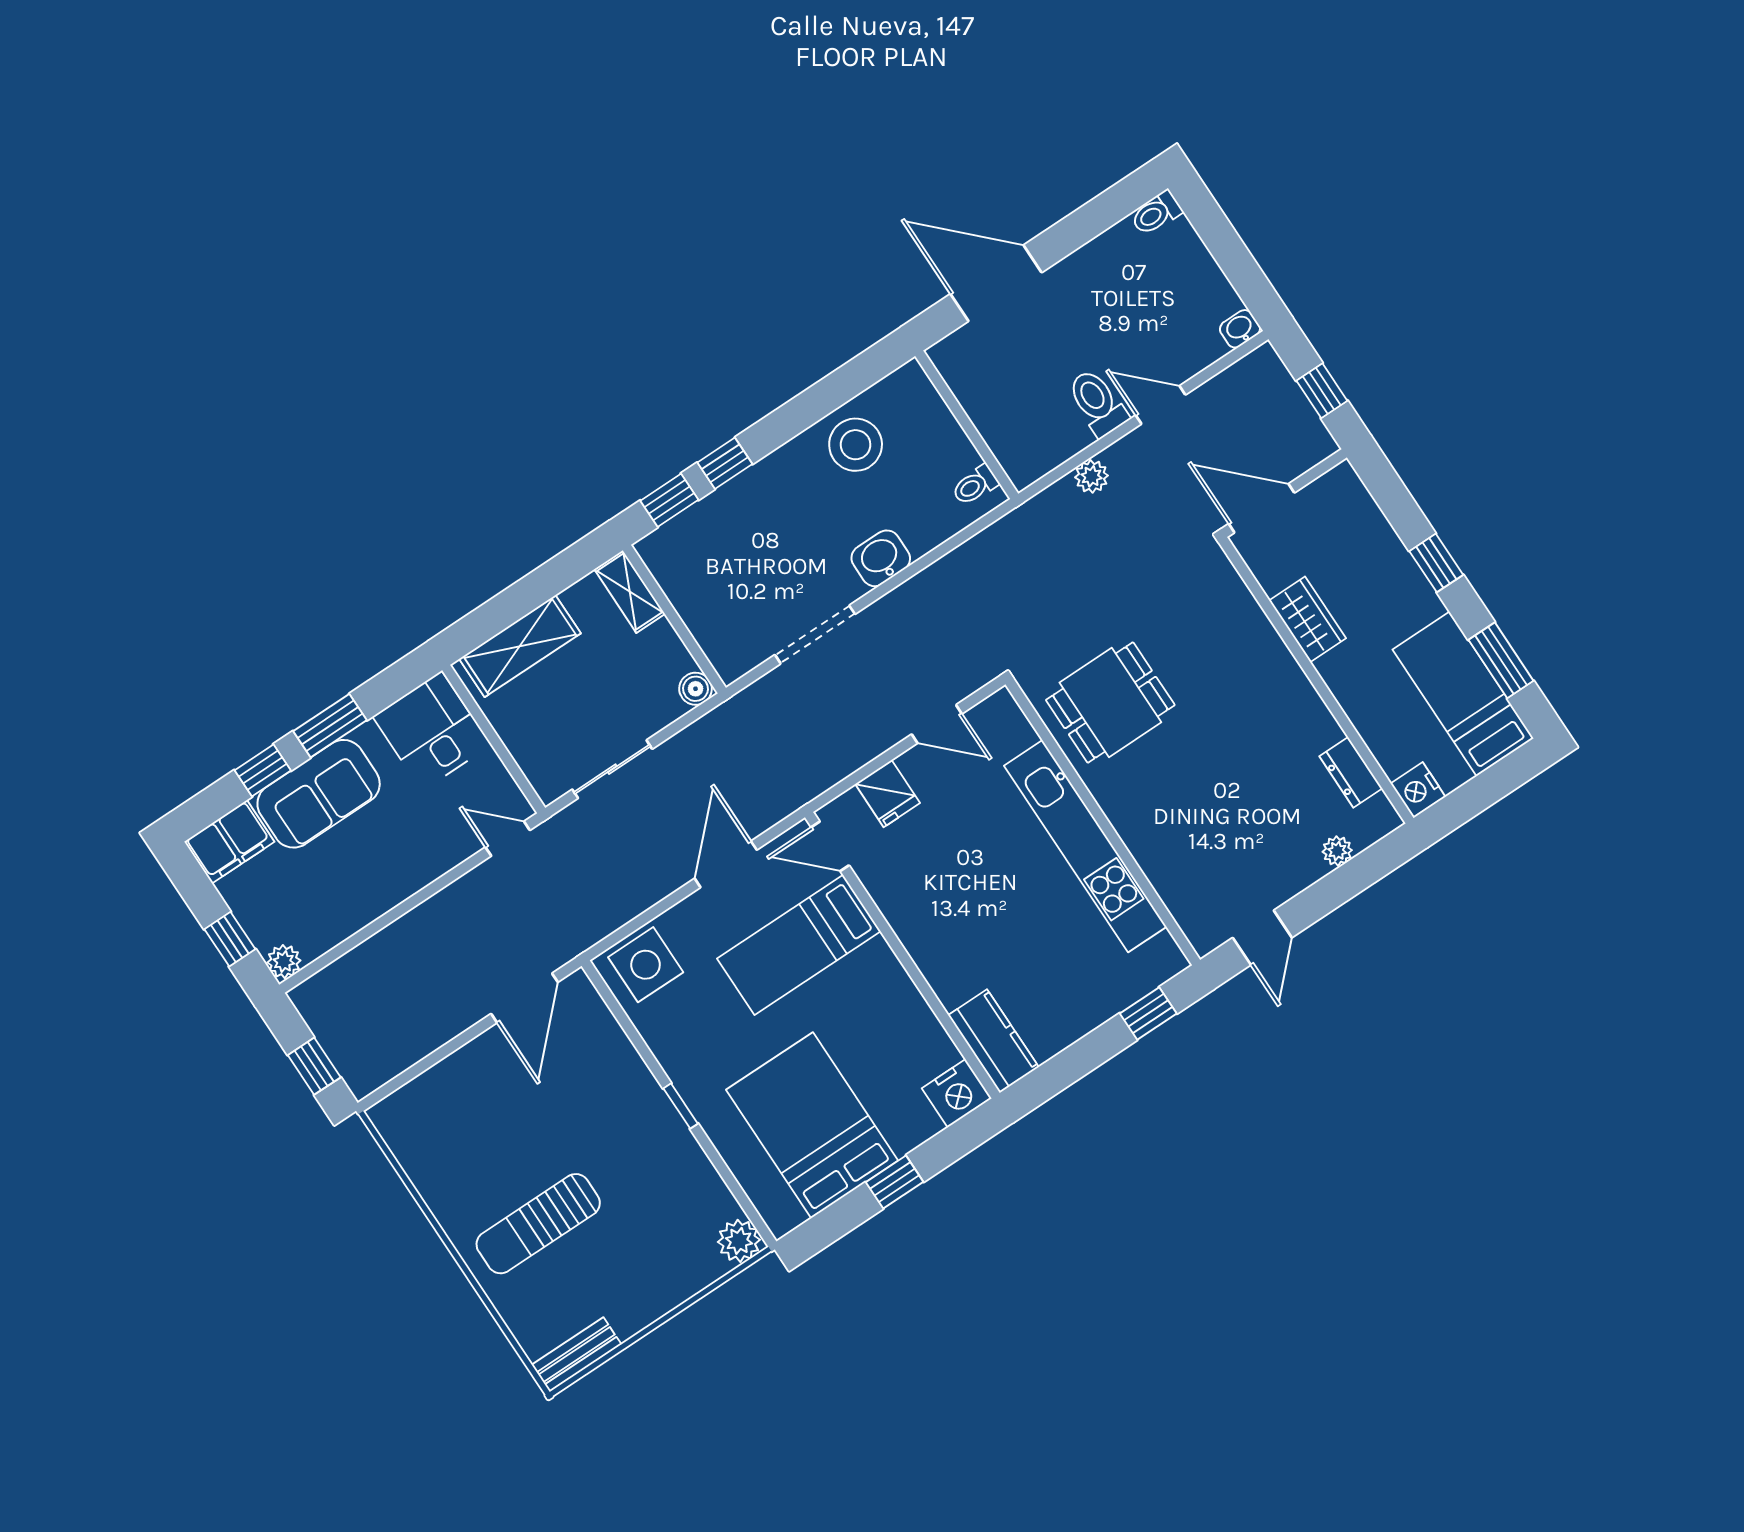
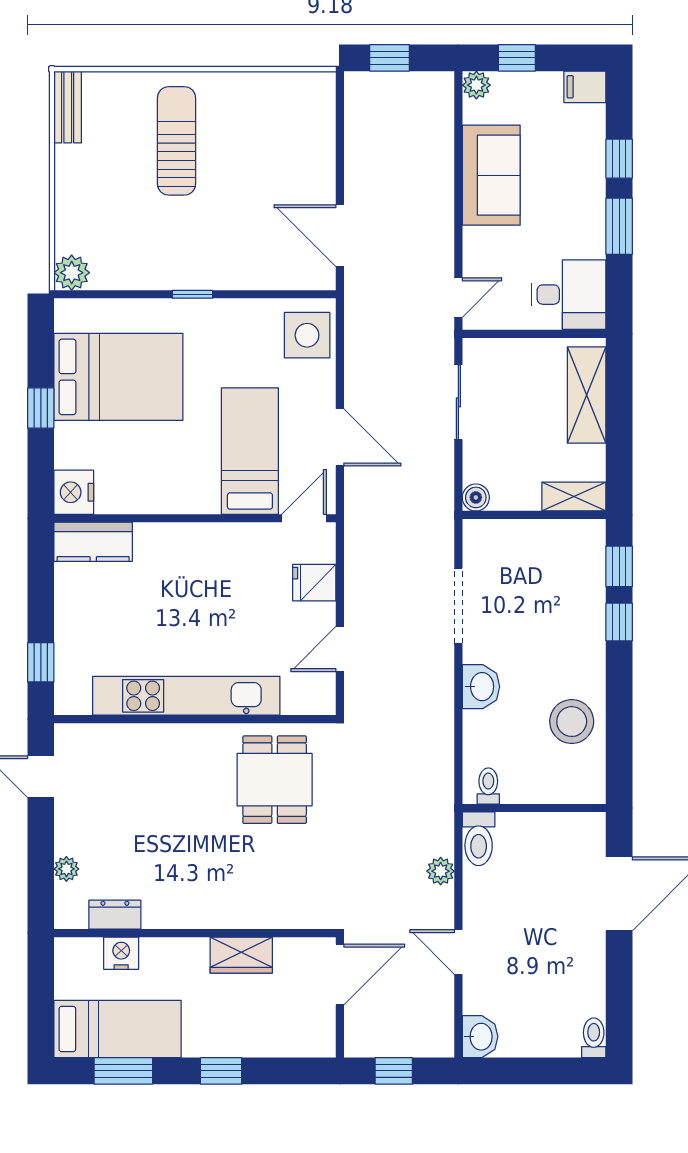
washbasin: (1240, 329) -> (480, 1037), width x1.38, depth x1.45
toilet: (1097, 403) -> (479, 839), moved, turned 90
door: (1160, 405) -> (458, 952), swing flipped
nightstand: (1418, 790) -> (121, 953), moved
sofa: (319, 794) -> (491, 175), moved, turned 180
filing cabinet: (229, 842) -> (585, 87), width x0.50

